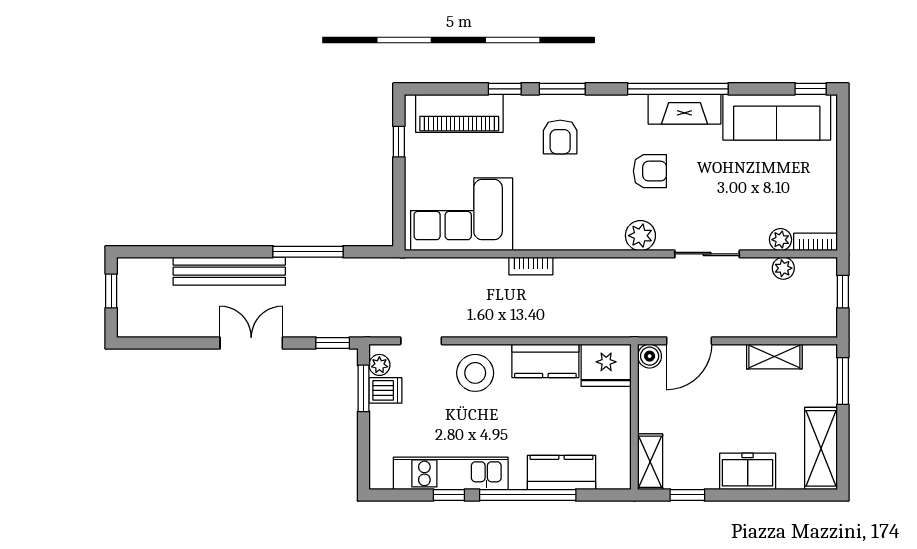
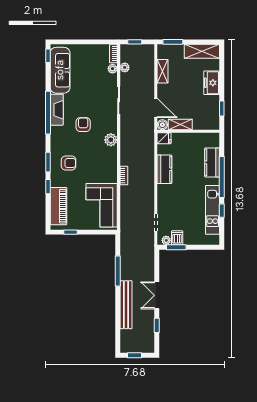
plant: (640, 236) -> (111, 140), moved
window: (333, 343) -> (157, 325), moved
fridge: (606, 365) -> (164, 138), width x0.53, depth x0.75
stool: (475, 373) -> (170, 199), removed
shelving: (650, 462) -> (180, 124), moved

